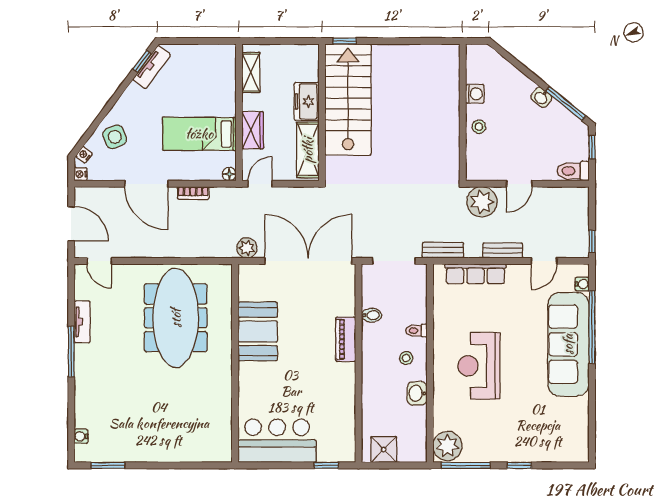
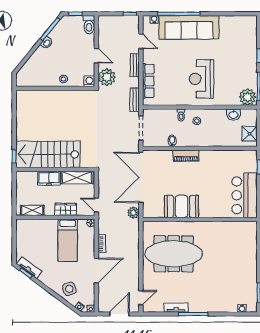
washing machine: (475, 94) -> (89, 81), moved
reception desk: (479, 366) -> (201, 79), turned 90
washbasin: (417, 393) -> (233, 115), moved

